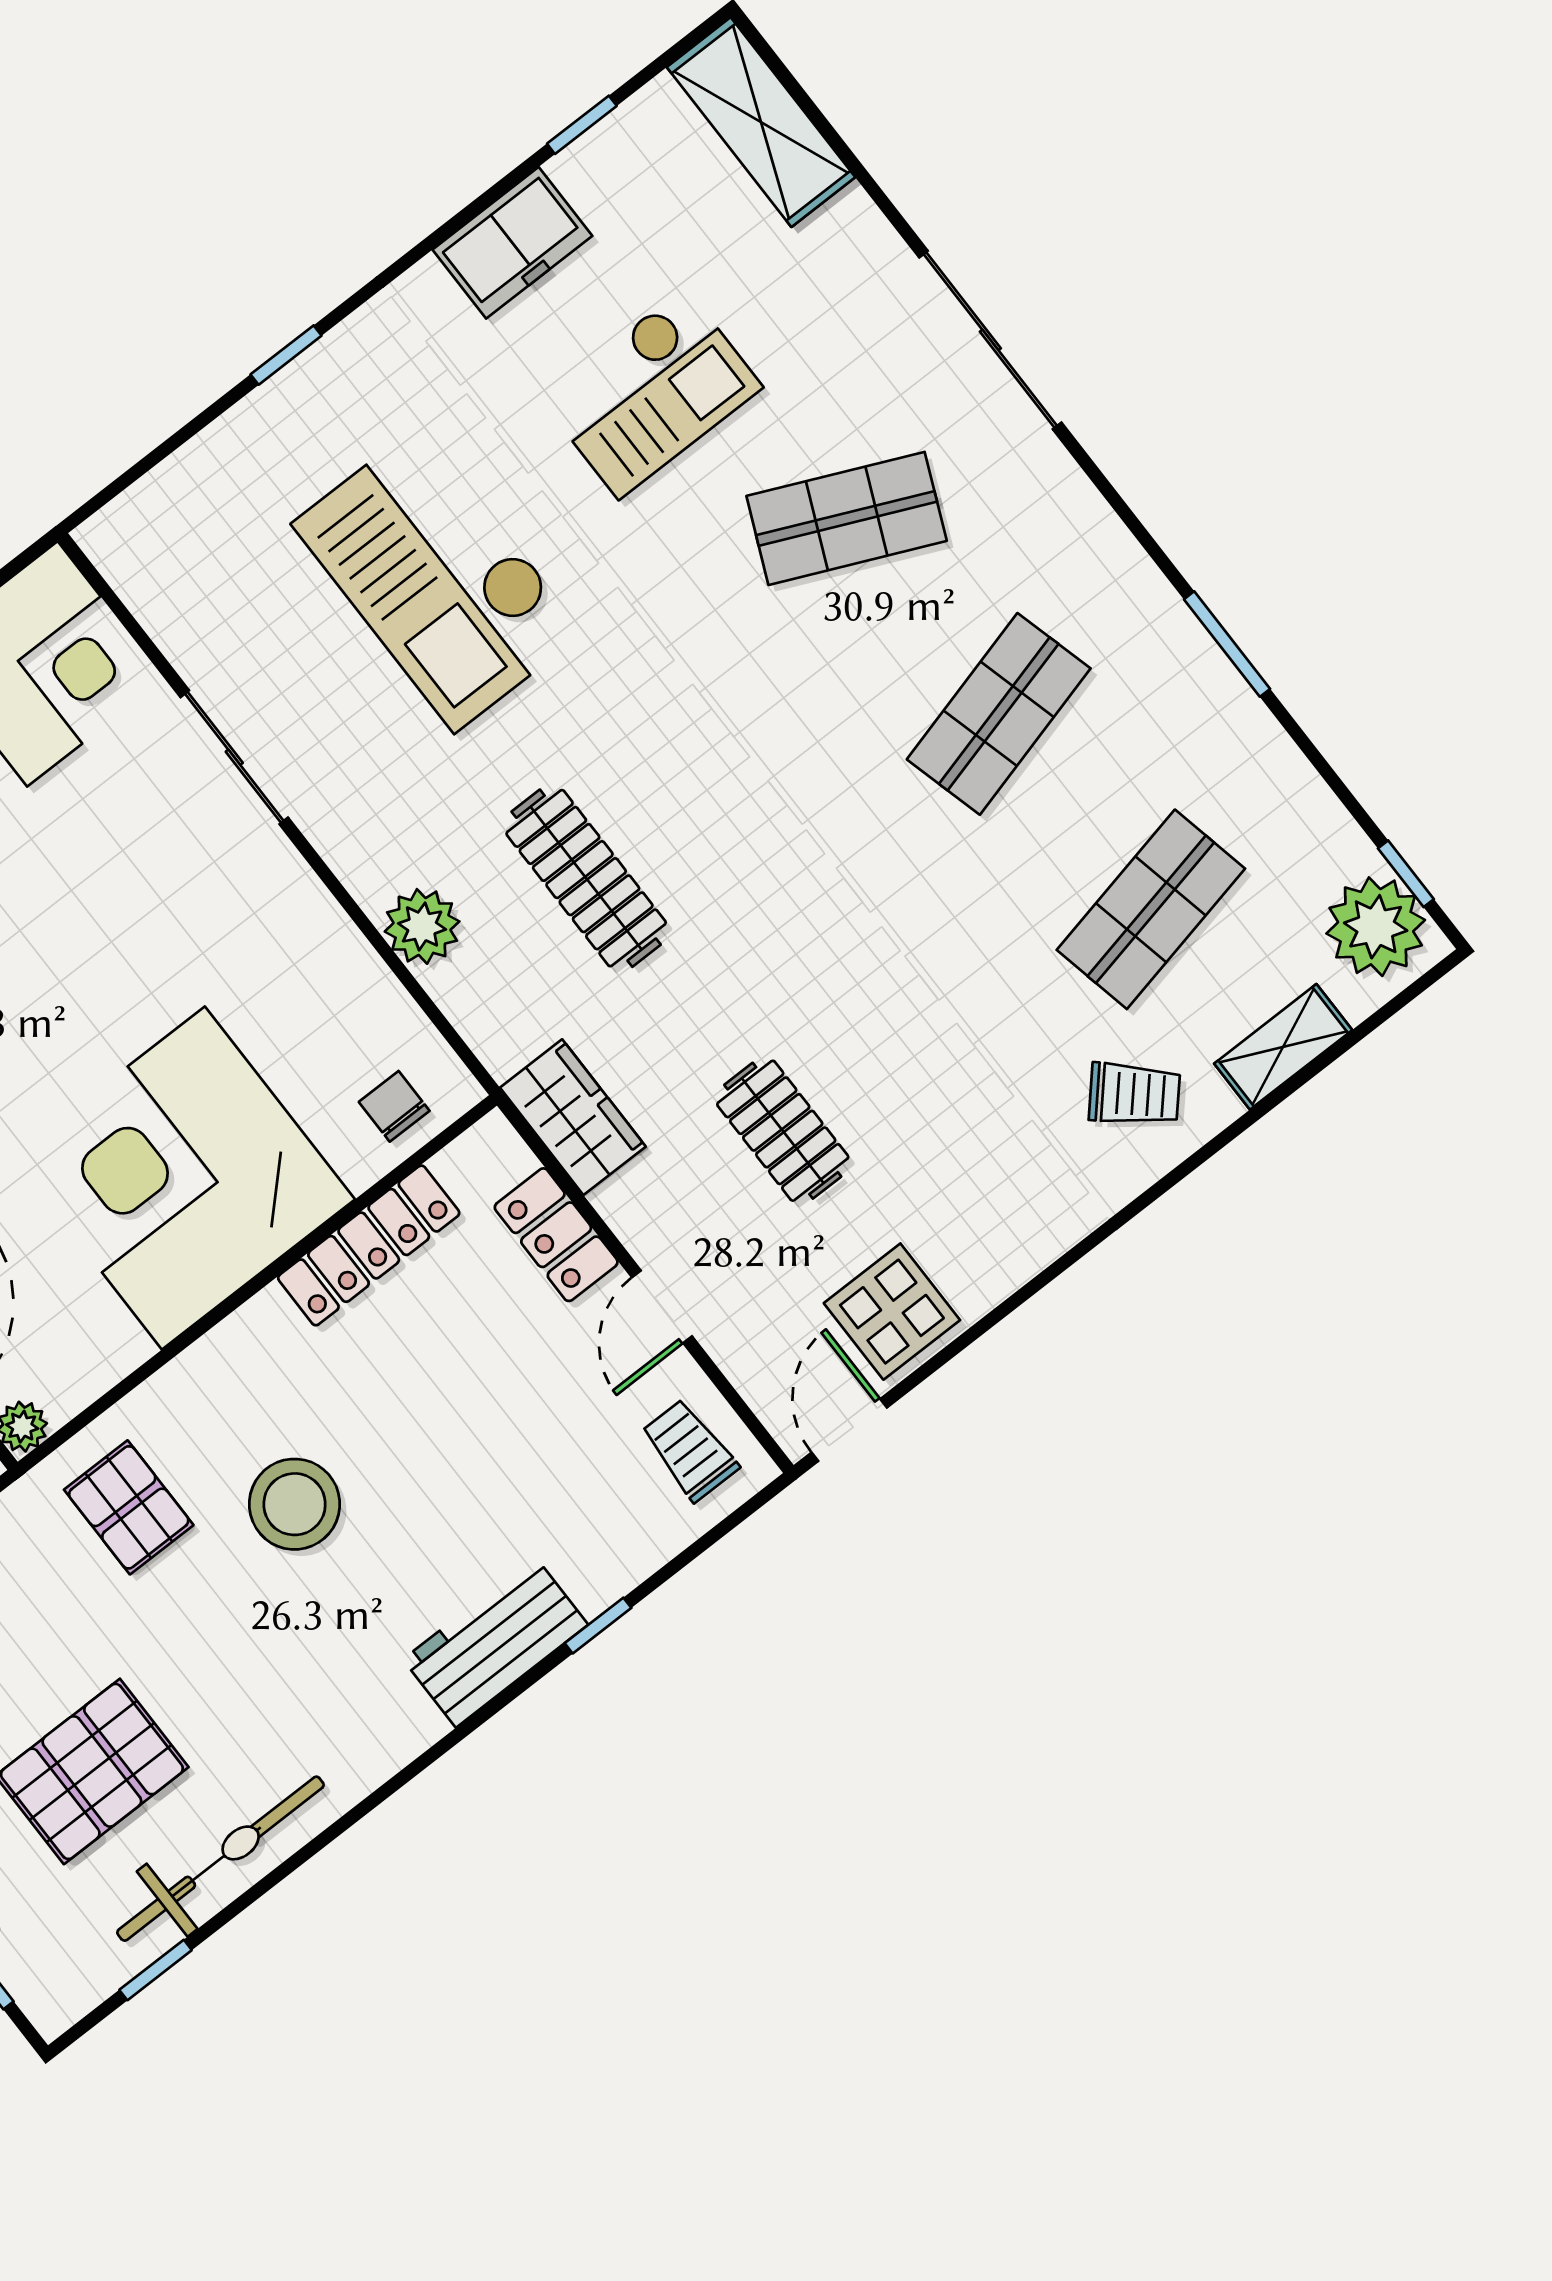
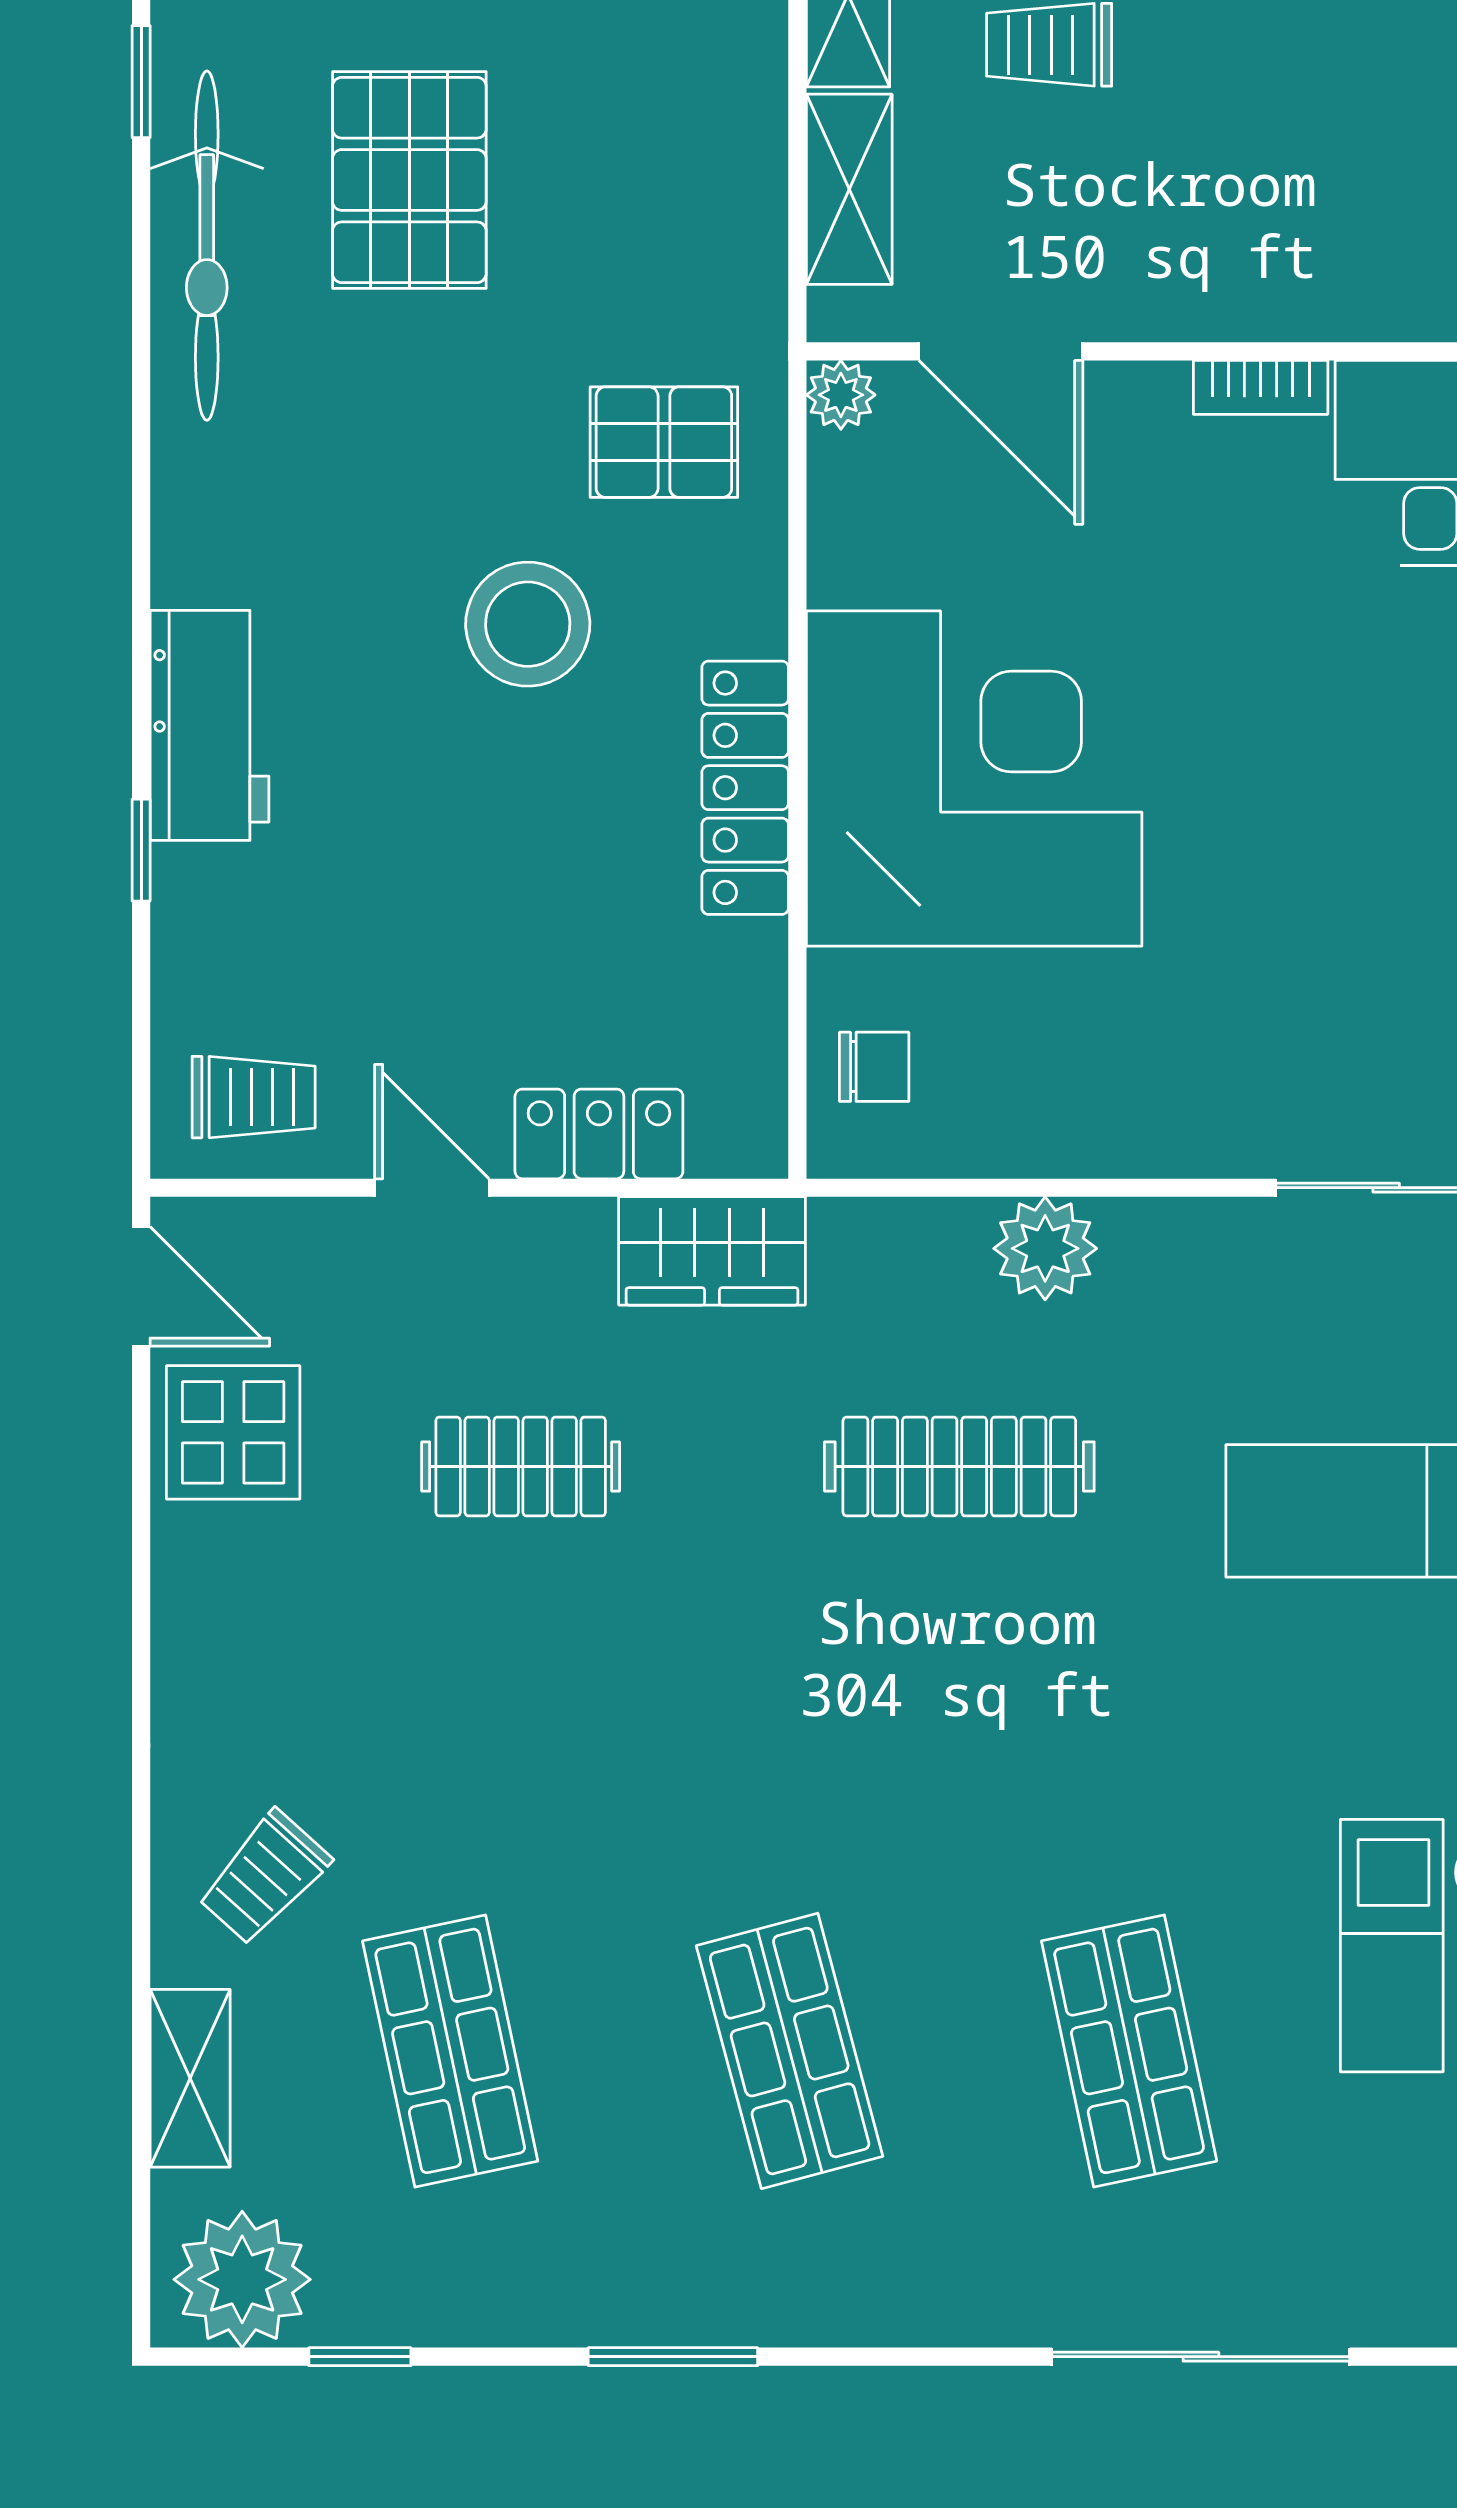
shop shelf: (847, 518) -> (1129, 2051), turned -36
window: (1406, 874) -> (360, 2357), moved
locker: (369, 1245) -> (745, 788), moved

